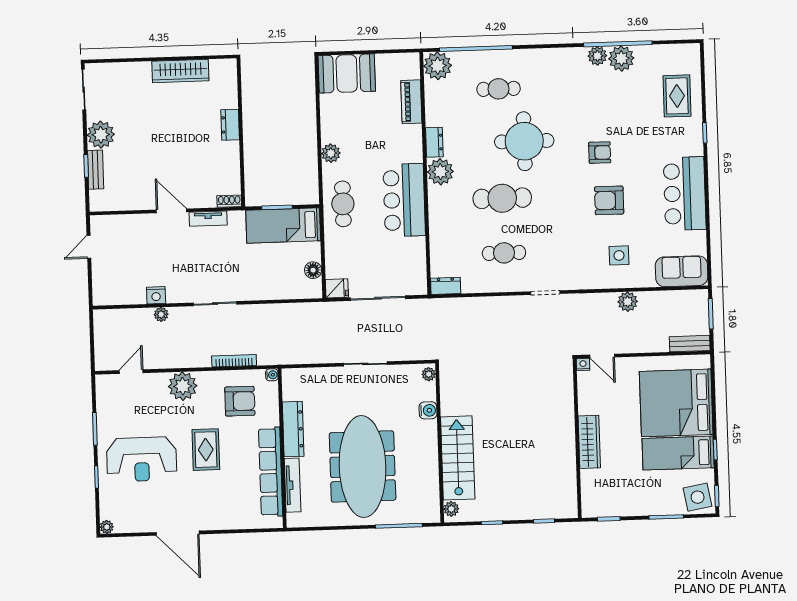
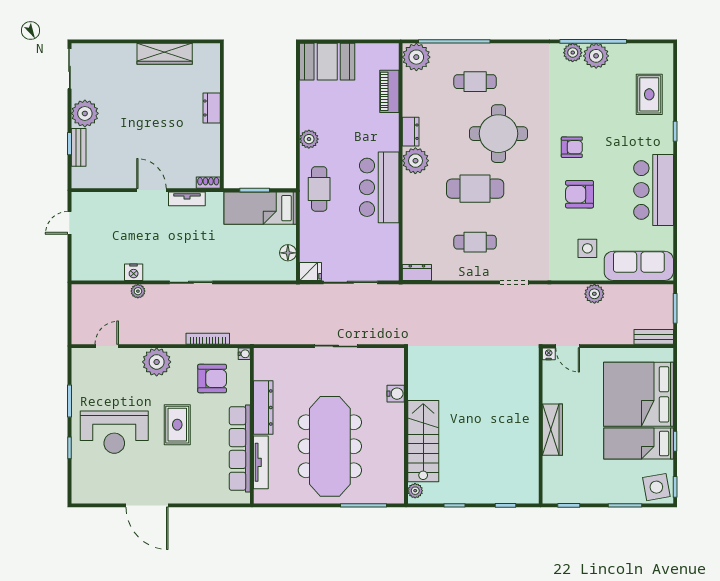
sofa: (682, 271) -> (639, 266), width x1.36
plant: (429, 374) -> (398, 358), removed
plant: (107, 527) -> (78, 497), removed

